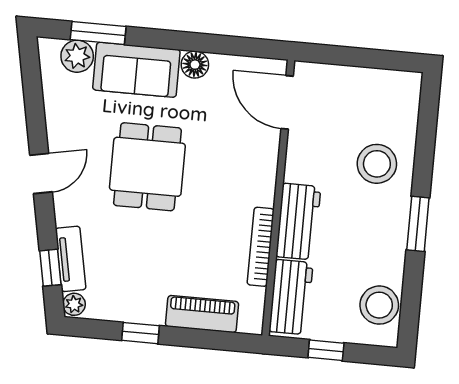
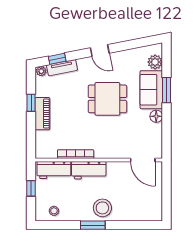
window: (98, 33) -> (167, 90), moved
door: (287, 102) -> (143, 160), swing flipped
stool: (377, 164) -> (102, 208), moved
stool: (379, 305) -> (54, 211), width x0.53, depth x0.53
piano: (202, 314) -> (42, 114), moved

